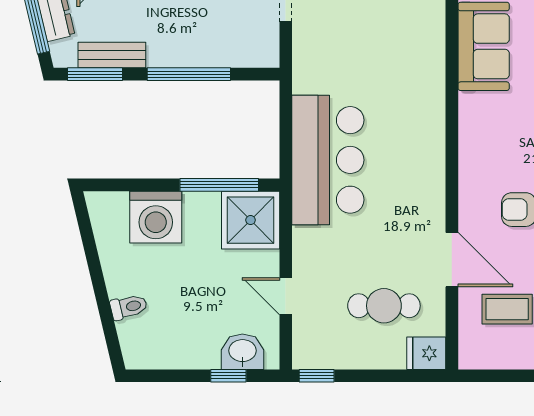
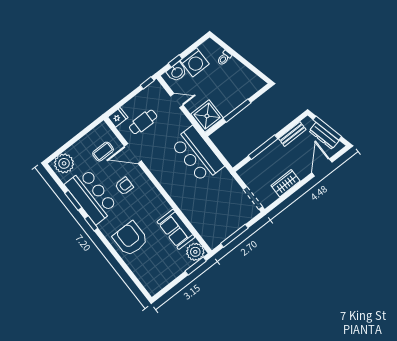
window: (95, 74) -> (293, 124), removed
window: (219, 185) -> (237, 111), moved
washing machine: (156, 217) -> (195, 62), moved, turned 180

